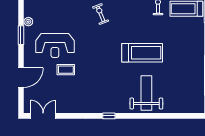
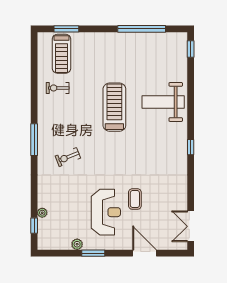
window: (190, 116) -> (191, 49), added

